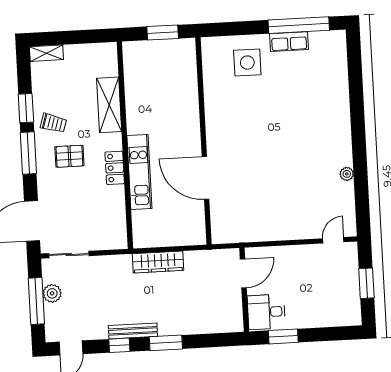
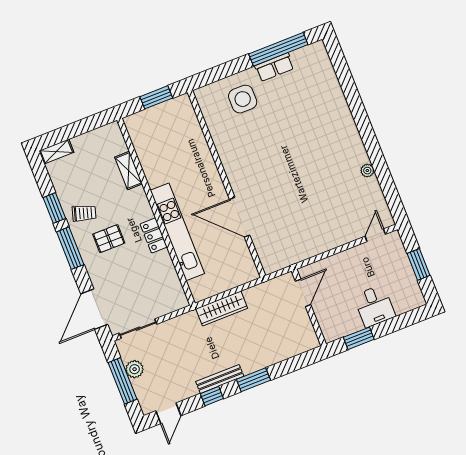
shelving: (109, 105) -> (129, 170), width x0.67, depth x0.75
kitchen unit: (139, 172) -> (177, 232), width x1.36
desk: (266, 312) -> (374, 306), moved, turned -90

